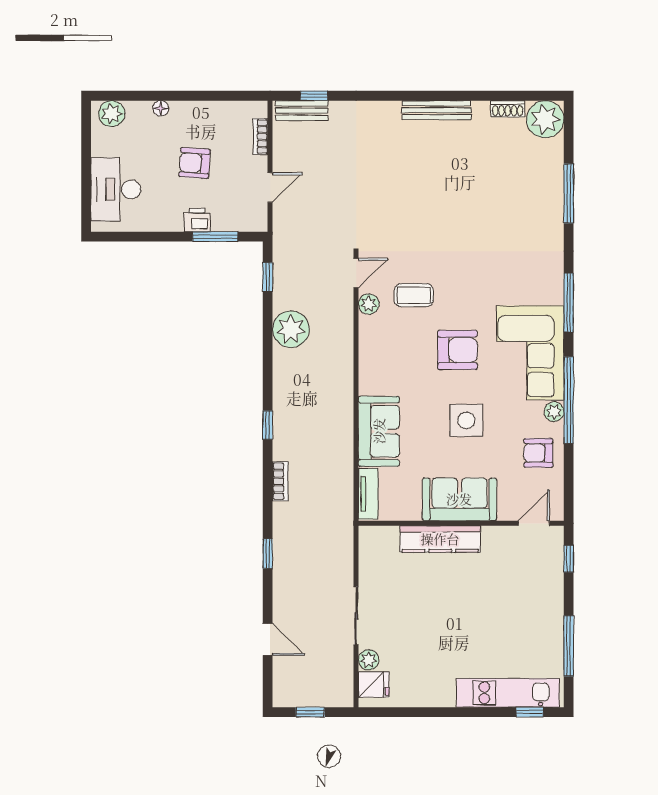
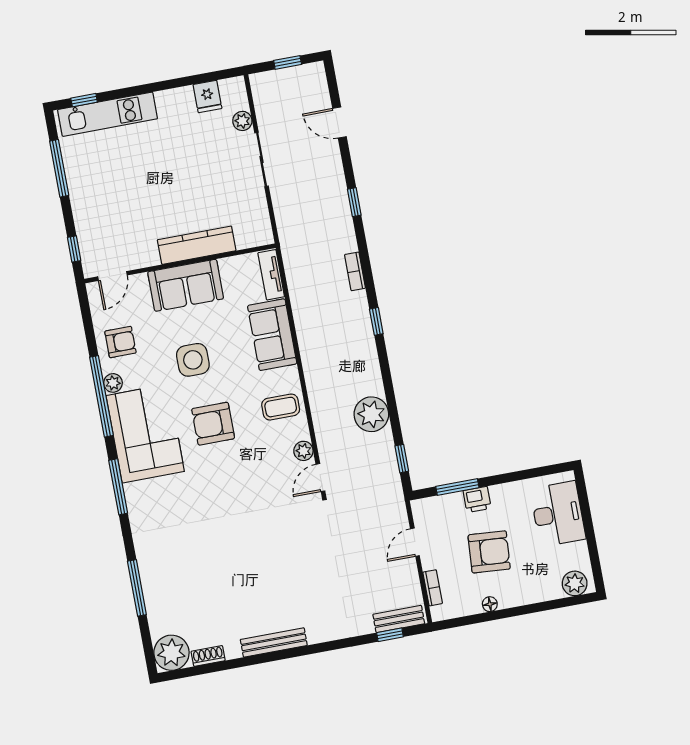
floor lamp: (161, 108) -> (490, 604), moved
armchair: (195, 163) -> (489, 552), width x1.38, depth x1.38
coffee table: (414, 295) -> (281, 407), moved
fridge: (374, 685) -> (208, 96), moved, turned -90

